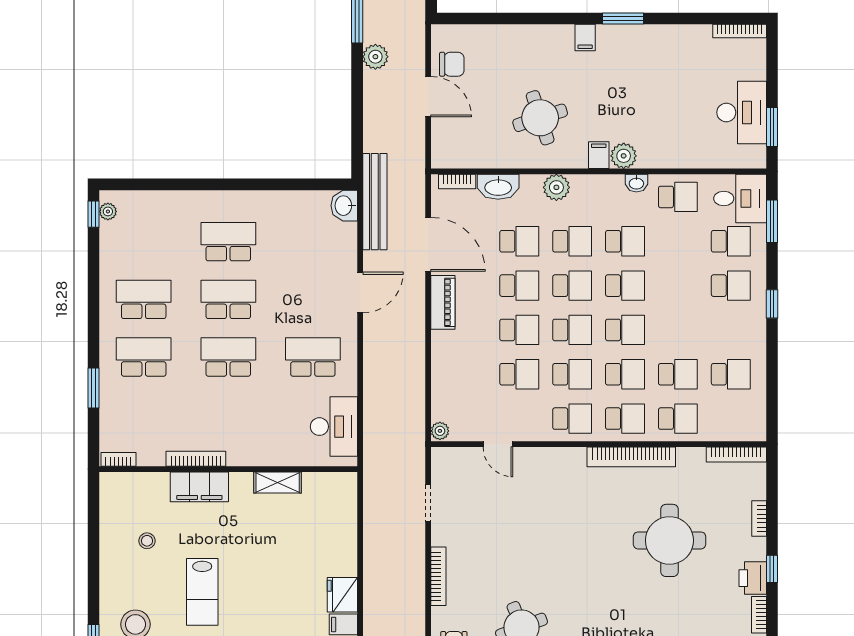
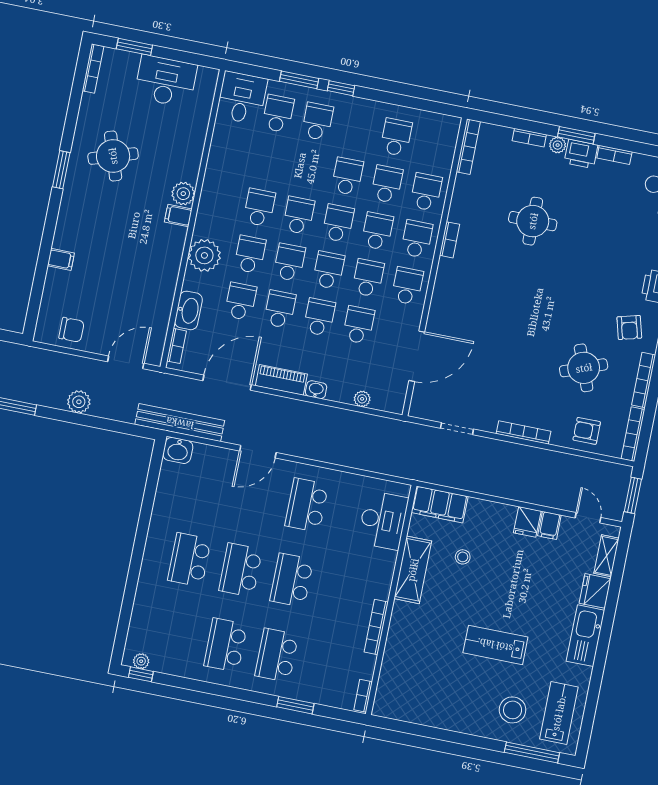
filing cabinet: (585, 37) -> (61, 259), moved
plant: (375, 57) -> (79, 402), moved
chair: (452, 64) -> (71, 330), turned 90
door: (428, 97) -> (126, 362), moved
round table: (540, 118) -> (113, 156), moved
window: (772, 127) -> (134, 47), moved
washbasin: (636, 183) -> (316, 390), moved, turned -90
plant: (556, 187) -> (204, 255), width x1.36, depth x1.36
school desk: (678, 197) -> (347, 176), moved
window: (772, 221) -> (299, 80), moved
door: (360, 292) -> (258, 452), swing flipped
desk: (334, 427) -> (383, 520), moved, turned 90
plant: (440, 431) -> (362, 399), moved
door: (498, 444) -> (417, 356), width x1.88
bookcase: (631, 457) -> (450, 240), width x0.43, depth x0.76
shelving: (278, 482) -> (413, 570), width x1.50, depth x1.33
filing cabinet: (199, 487) -> (440, 504), moved, turned 90
round table: (669, 540) -> (533, 221), width x0.73, depth x0.73
stool: (147, 541) -> (463, 557), moved
plant: (757, 551) -> (558, 145), added
window: (772, 569) -> (576, 135), width x1.50
lab bench: (202, 592) -> (495, 645), turned 180
fridge: (342, 595) -> (527, 522), width x0.72

